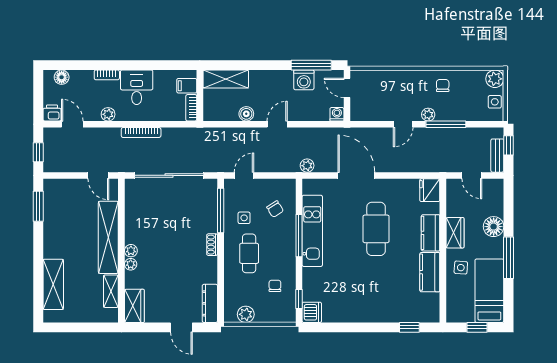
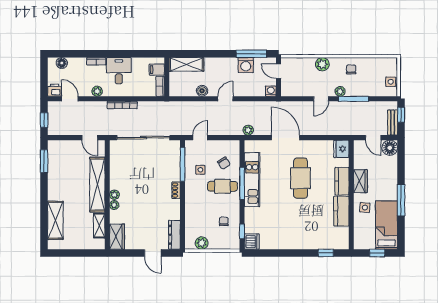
plant: (495, 79) -> (322, 64), moved
floor lamp: (494, 227) -> (390, 148), moved
cafe table: (249, 253) -> (222, 186), moved, turned 90

